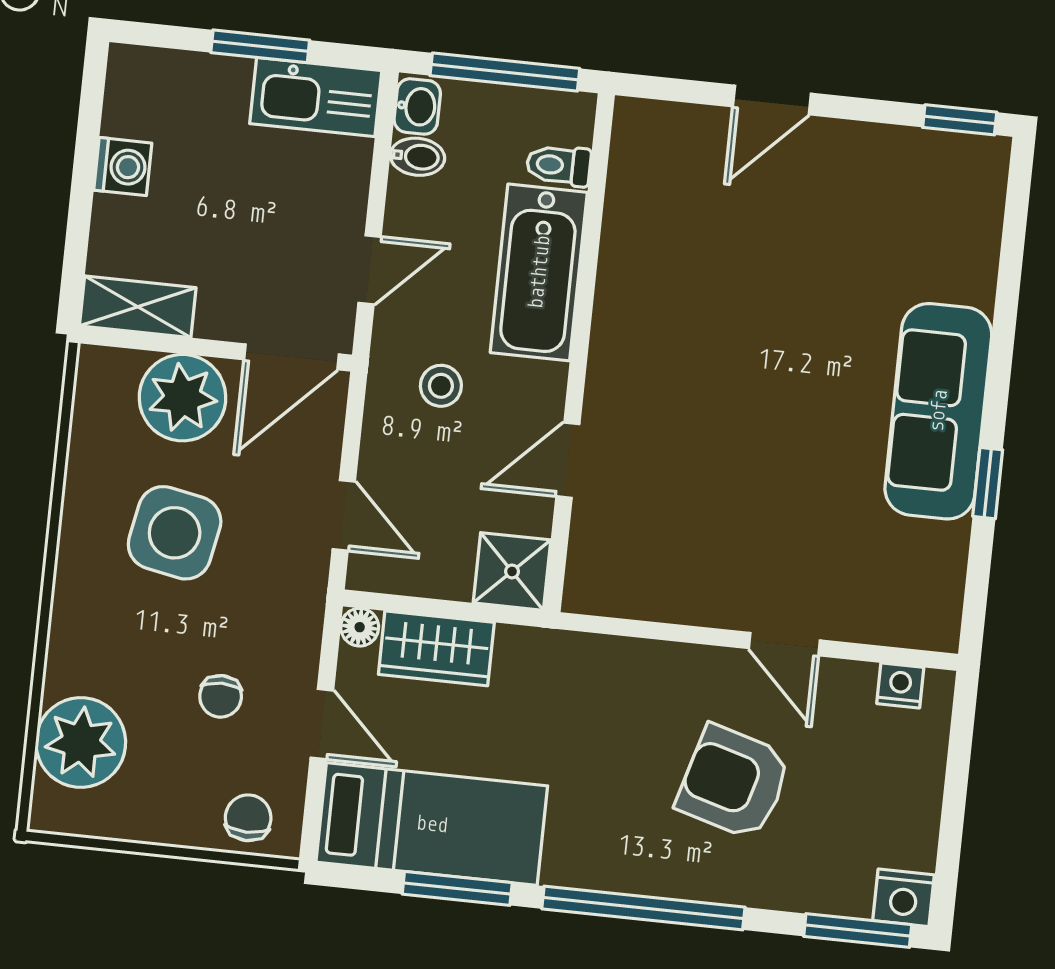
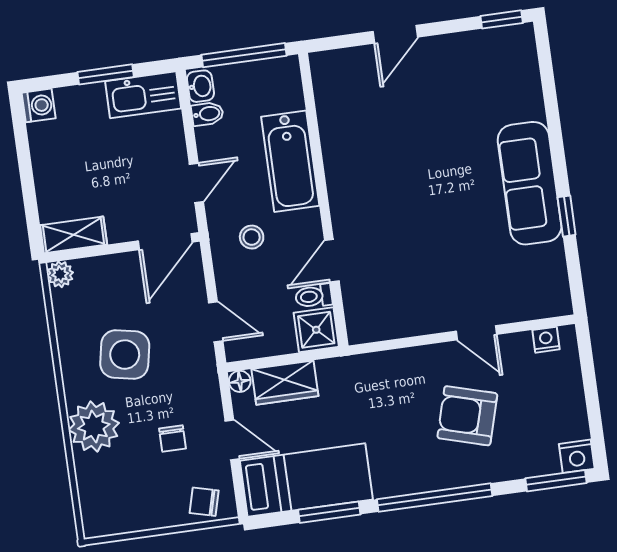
toilet: (559, 165) -> (314, 296), moved
washing machine: (123, 167) -> (39, 105), moved
plant: (183, 398) -> (60, 274), moved, width x0.53, depth x0.53
plant: (81, 743) -> (94, 426), moved
chair: (248, 818) -> (204, 502), turned -75

